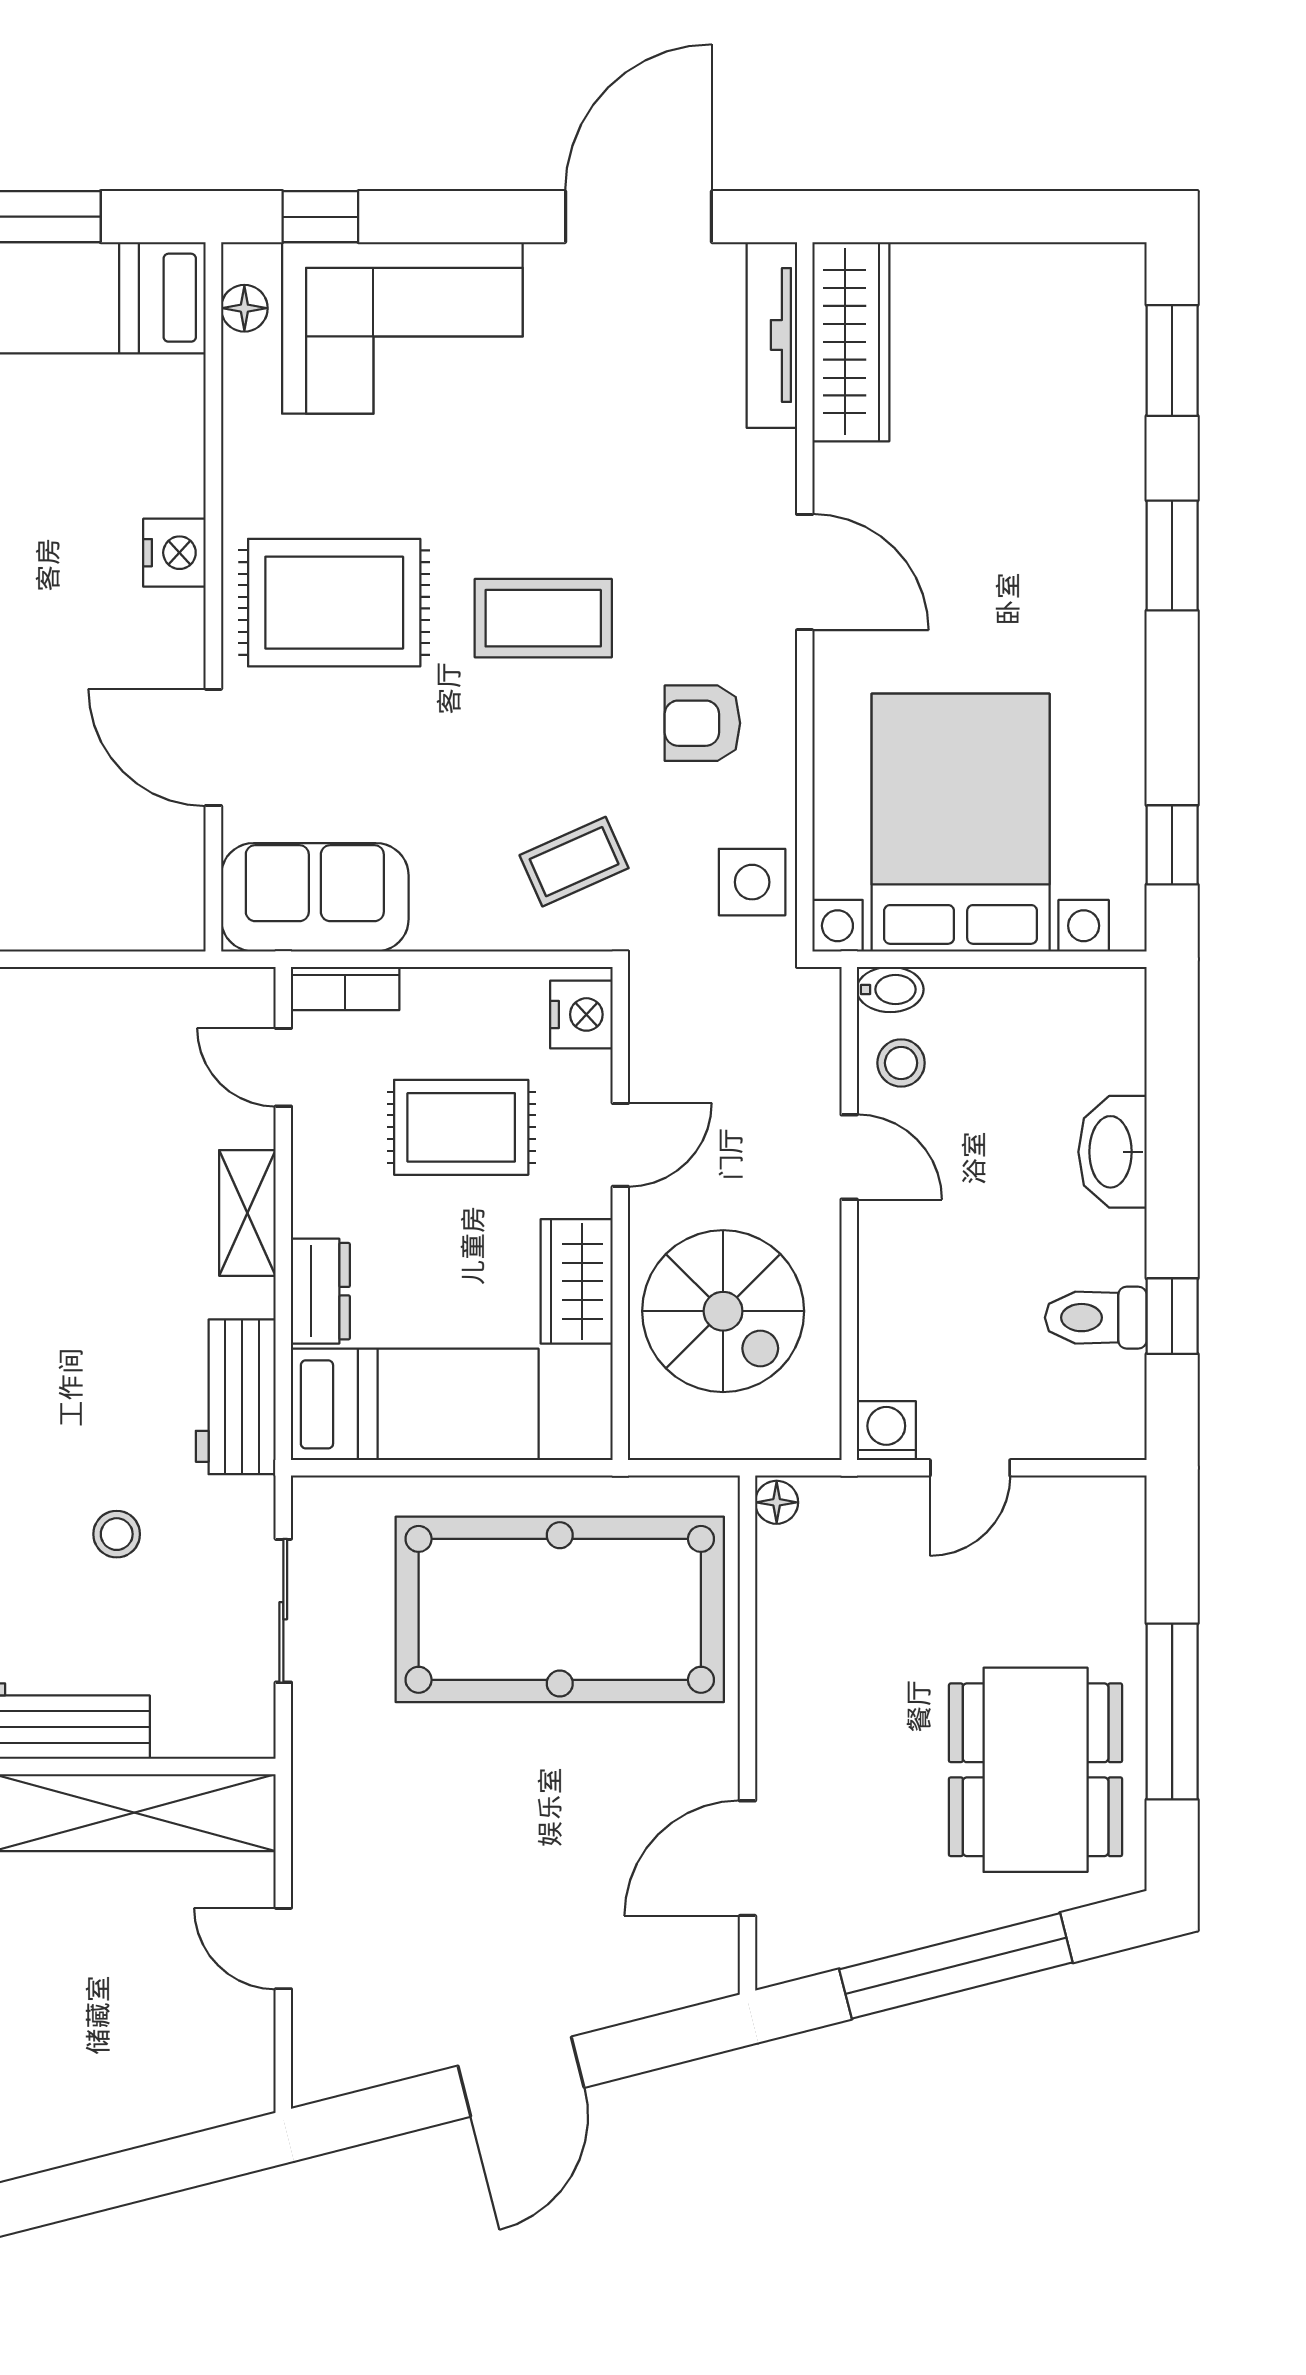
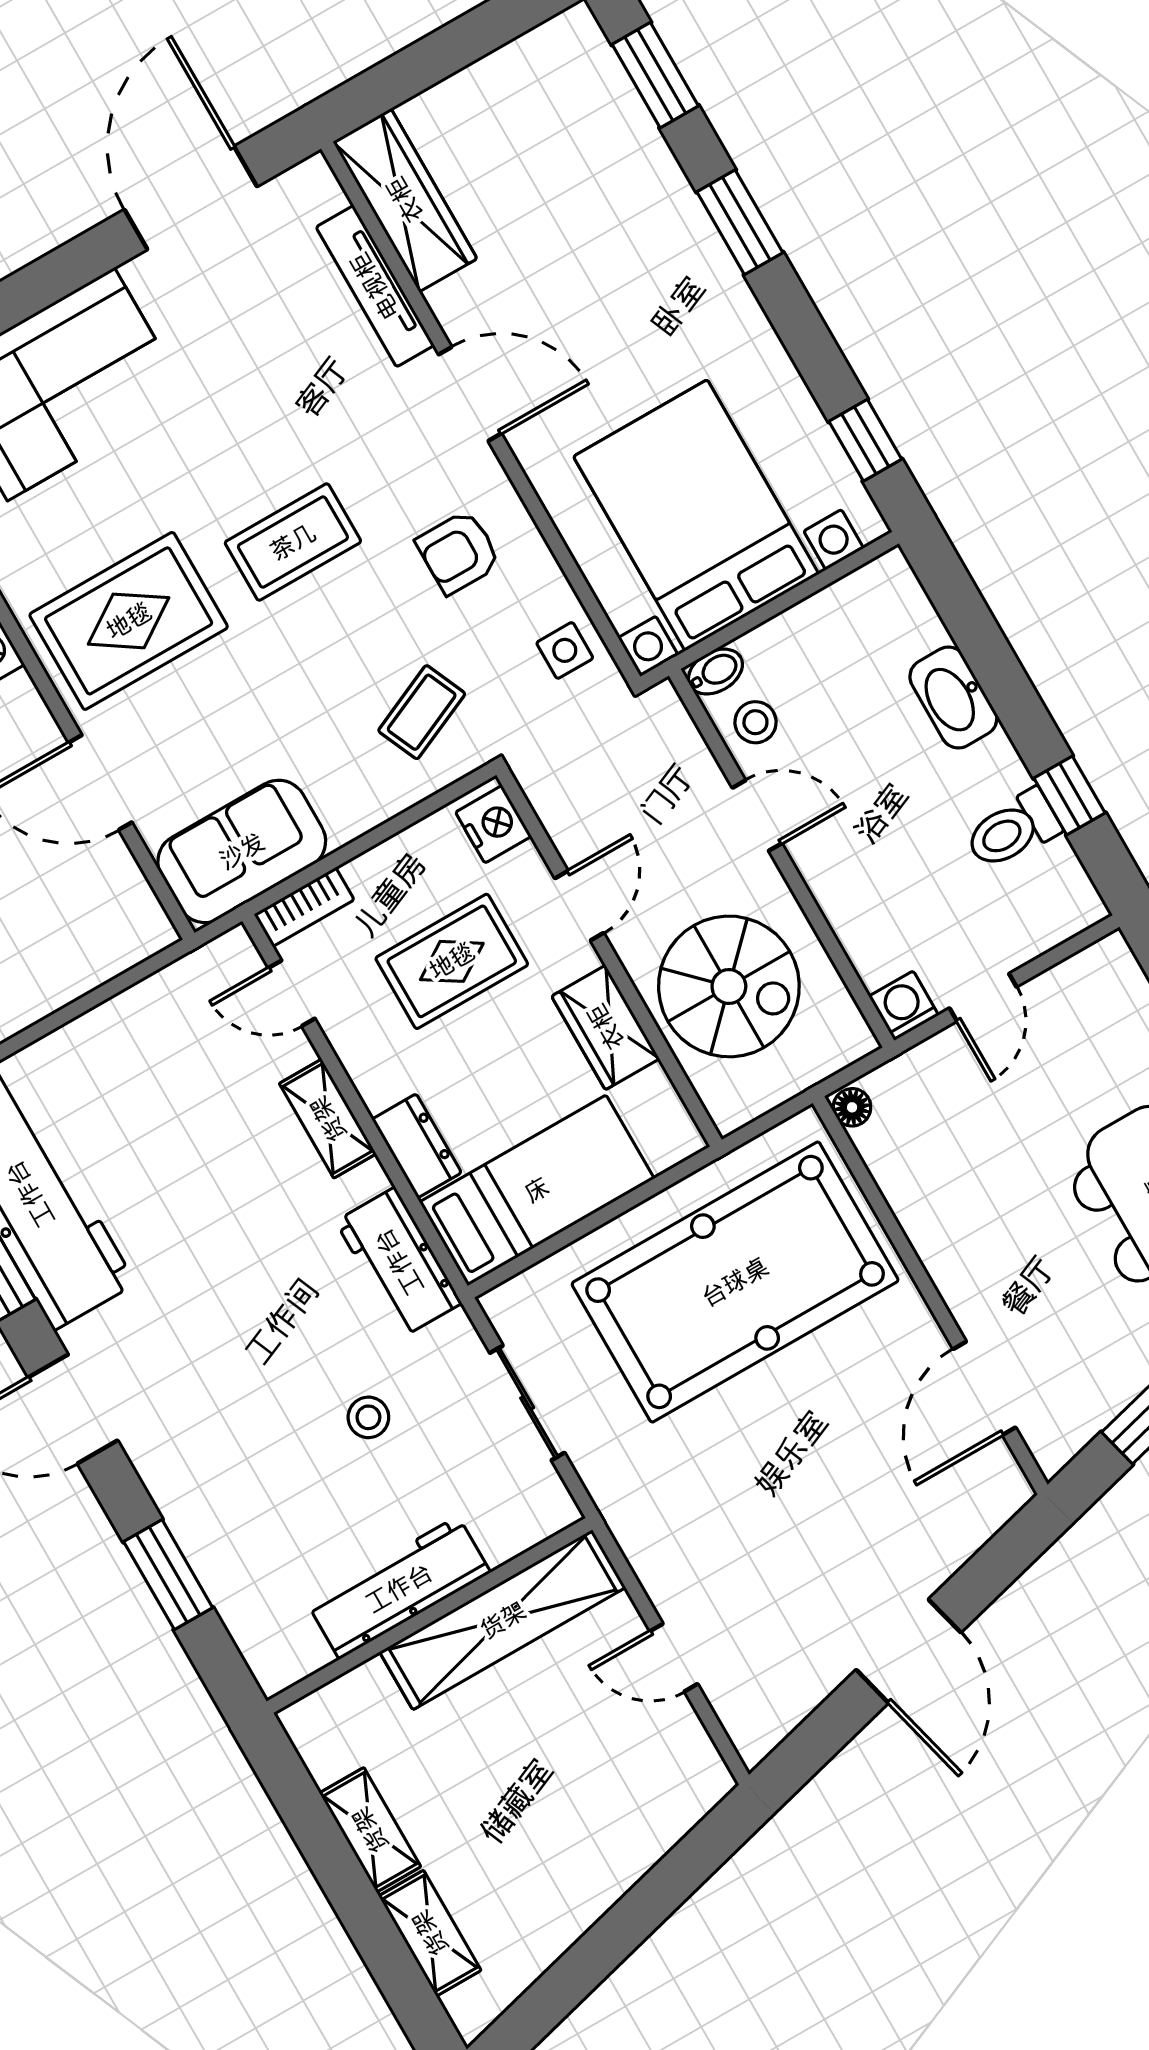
tv unit: (772, 335) -> (375, 286), moved
side table: (752, 882) -> (565, 650), width x0.73, depth x0.73

